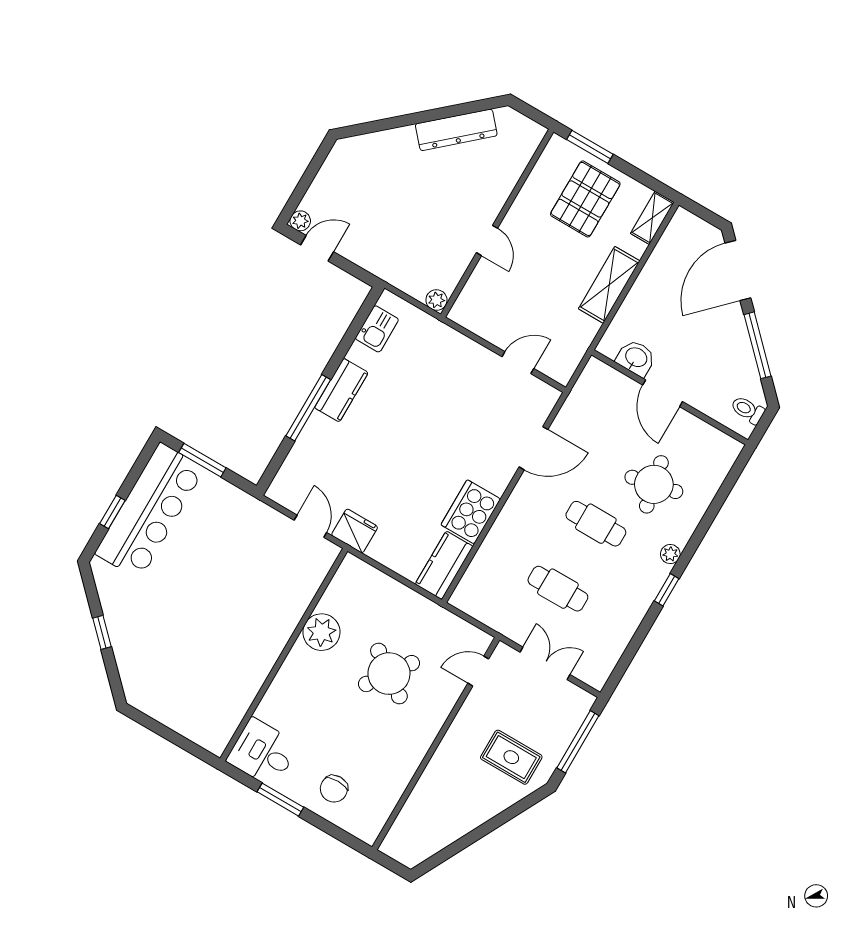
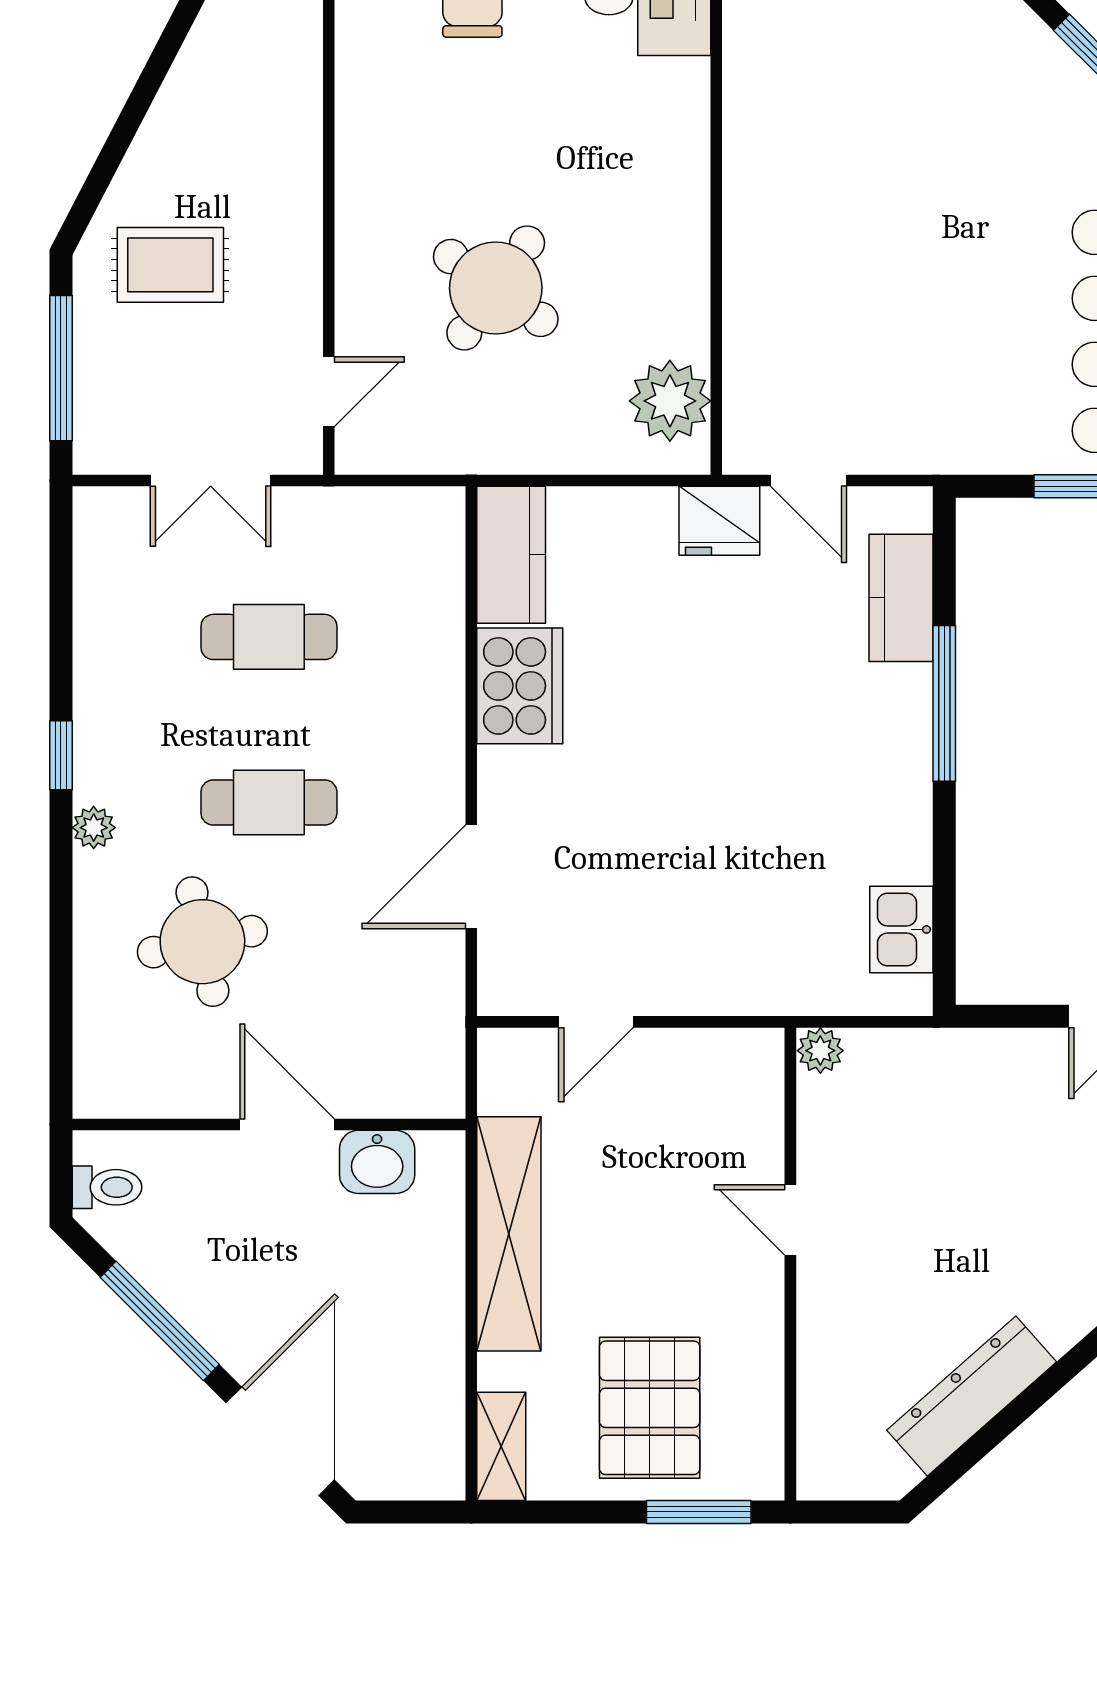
shelving: (609, 285) -> (509, 1234), width x1.47
kitchen counter: (341, 390) -> (901, 598), moved
plant: (321, 632) -> (670, 401), moved

